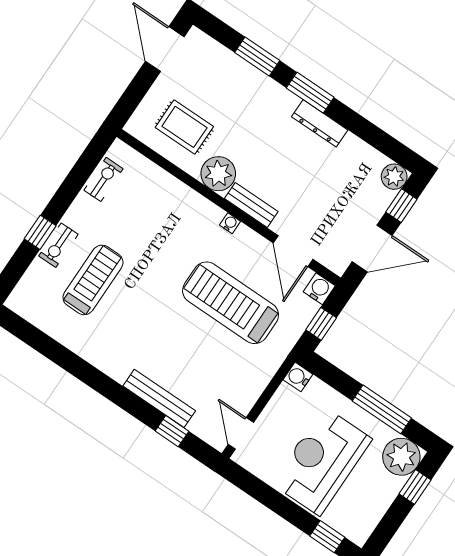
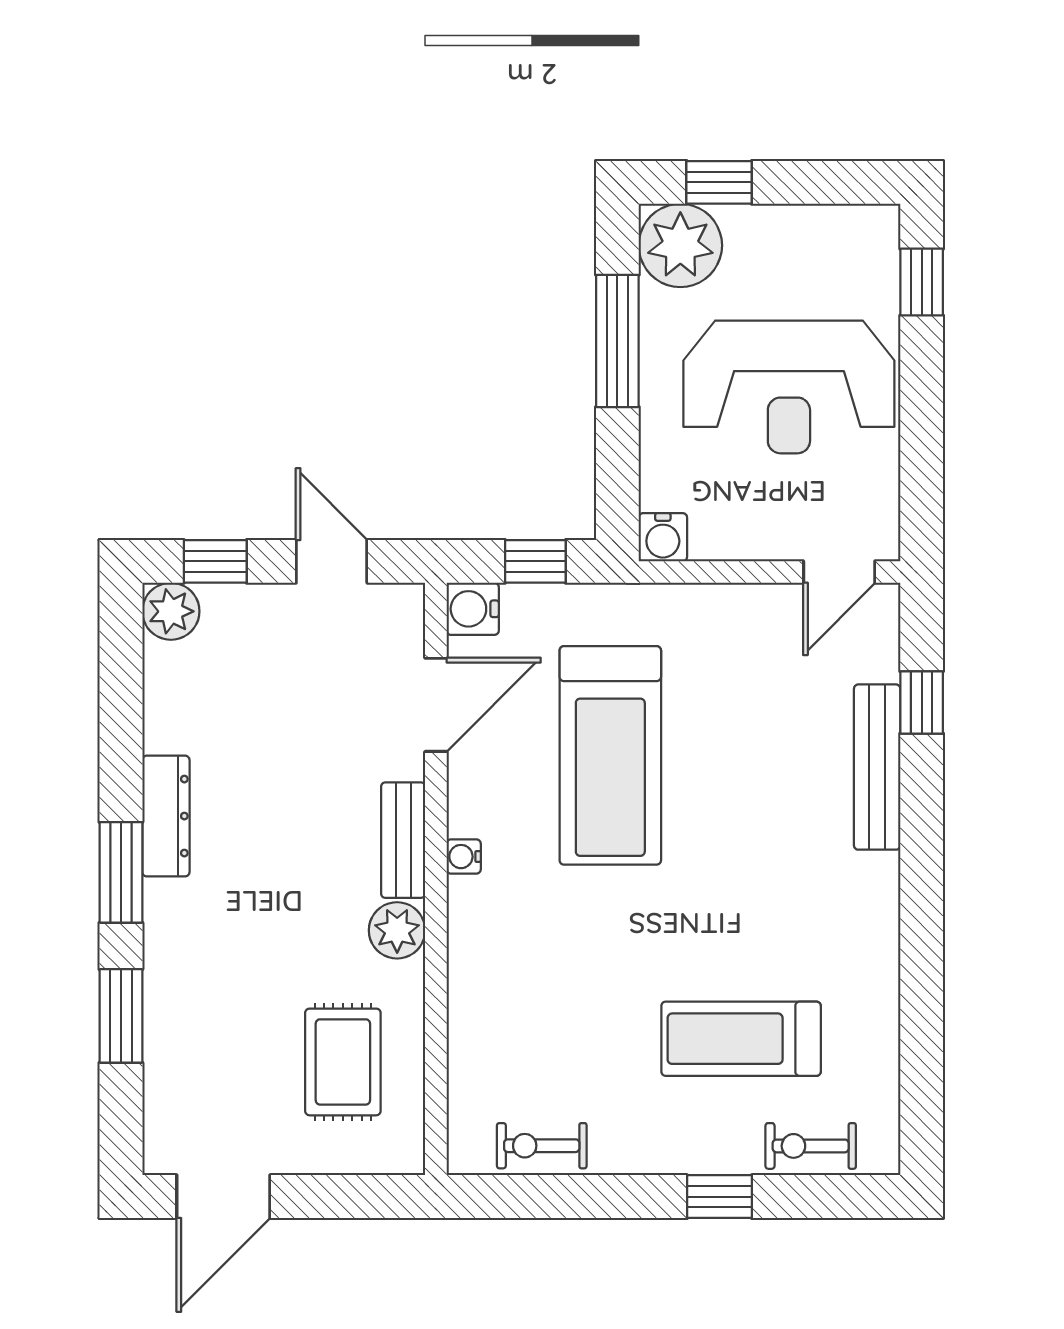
plant: (218, 174) -> (397, 930), width x0.73, depth x0.73
exercise bike: (58, 245) -> (811, 1146), moved, turned 180
door: (372, 249) -> (332, 561), width x0.73

